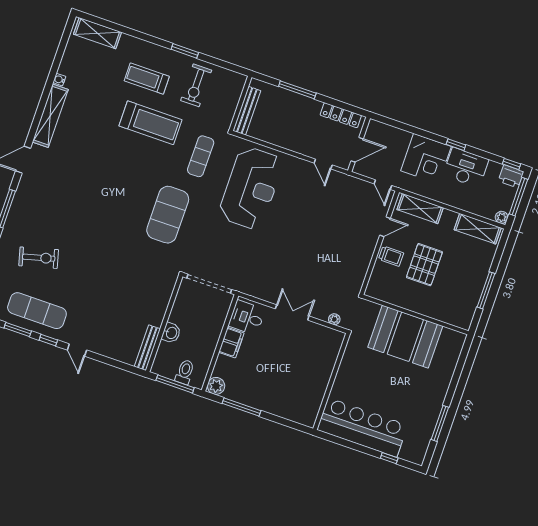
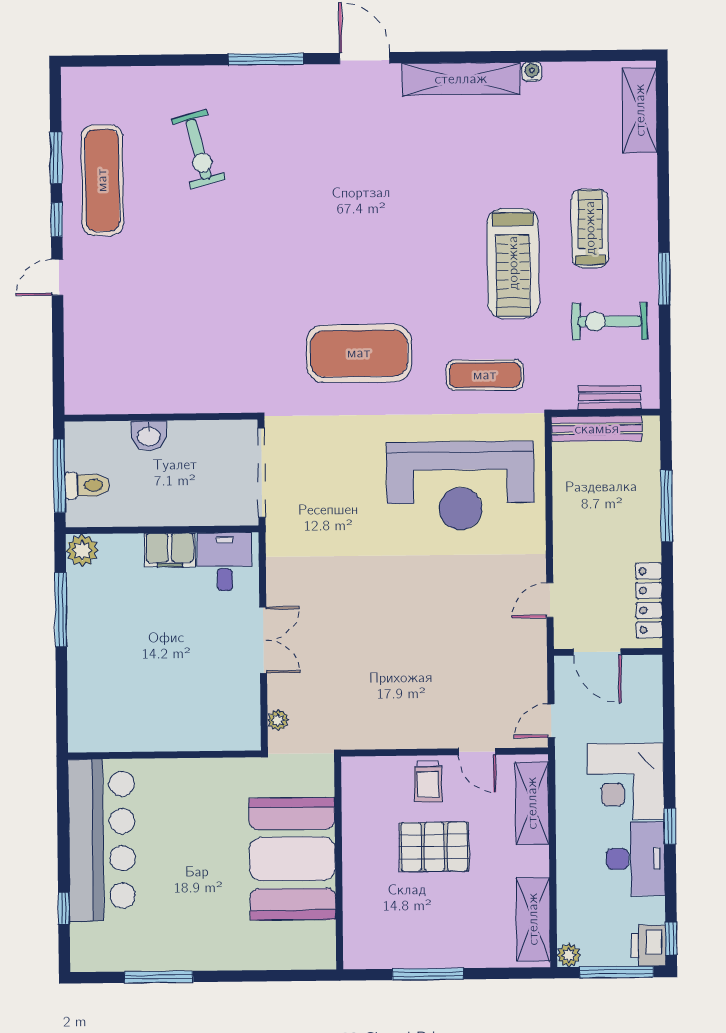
bench: (147, 348) -> (610, 397), moved, width x0.73

